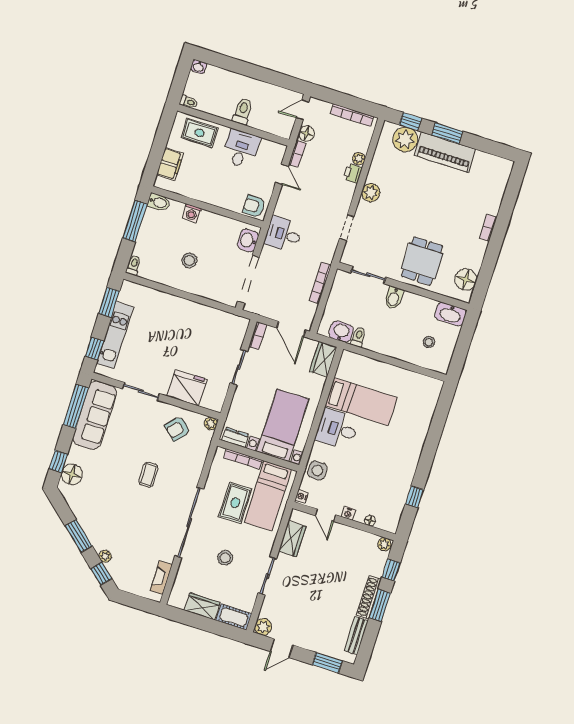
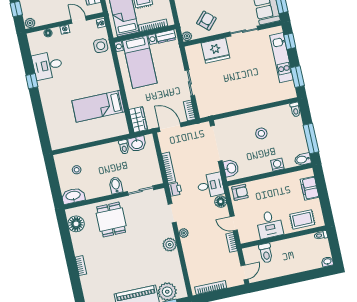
toilet: (243, 111) -> (266, 253), moved
floor lamp: (306, 134) -> (221, 202), moved
plant: (359, 159) -> (184, 233), moved
printer: (353, 173) -> (175, 189), moved
desk: (337, 429) -> (48, 65), moved, turned 180
window: (414, 497) -> (32, 81), moved

